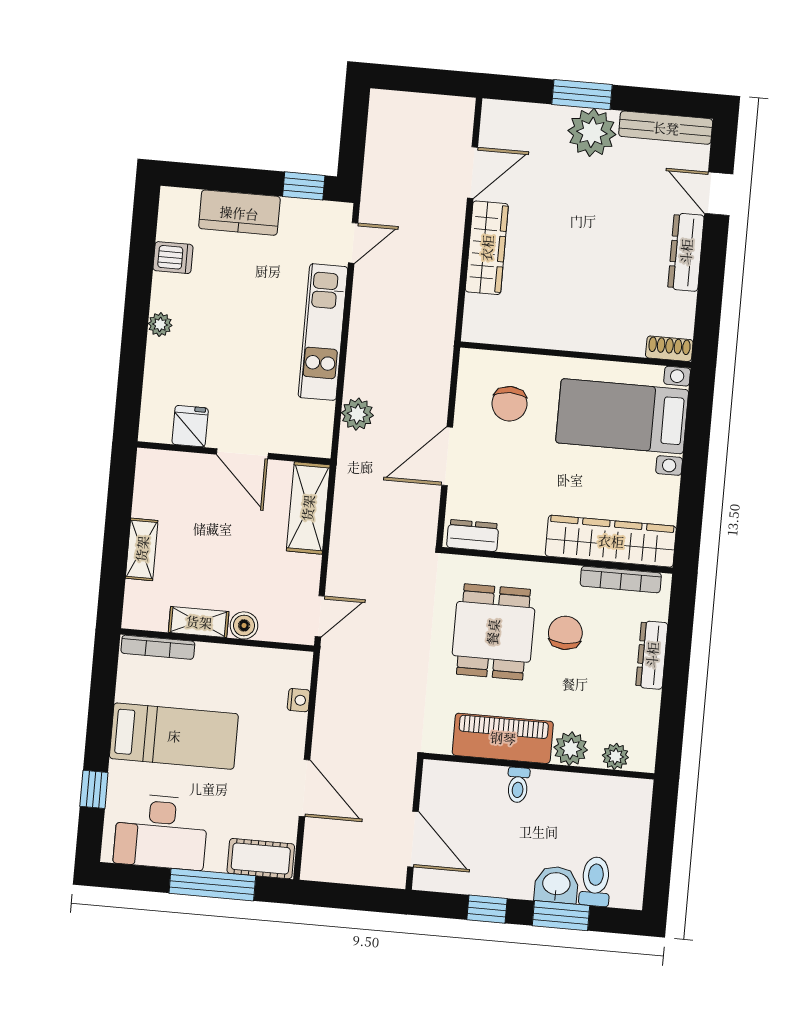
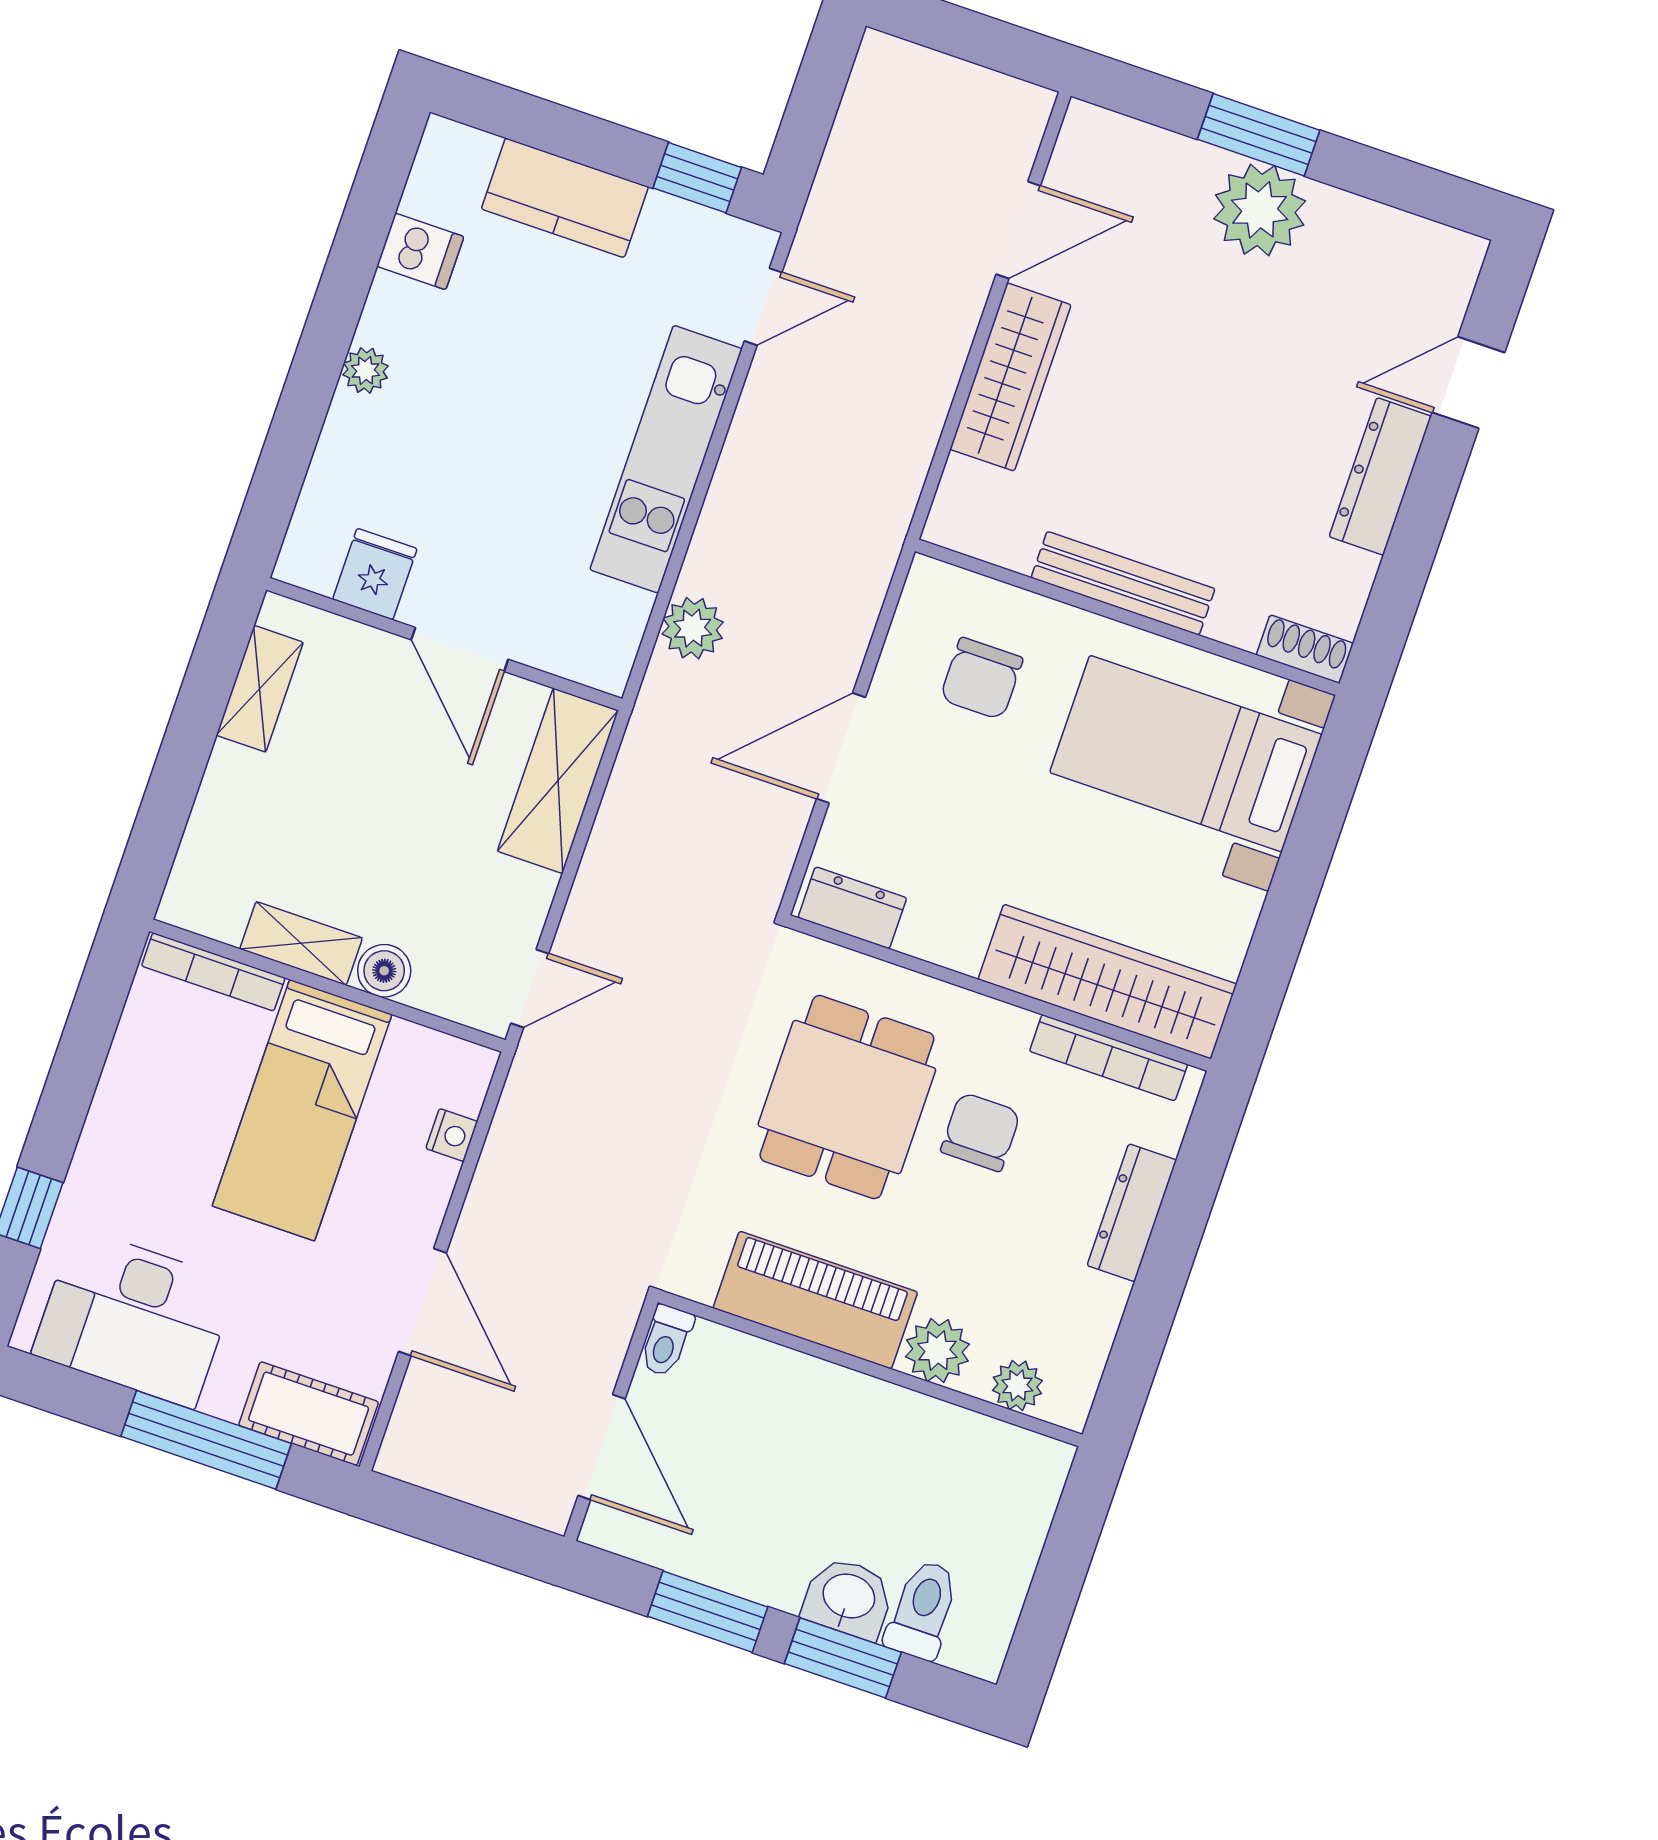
bench: (666, 128) -> (1123, 583), moved
door: (719, 194) -> (1468, 383), hinge flipped
shelving: (142, 549) -> (260, 689), moved
bed: (174, 736) -> (302, 1110), moved, turned 90
toilet: (518, 785) -> (666, 1341), moved
window: (487, 909) -> (708, 1612), width x1.50

